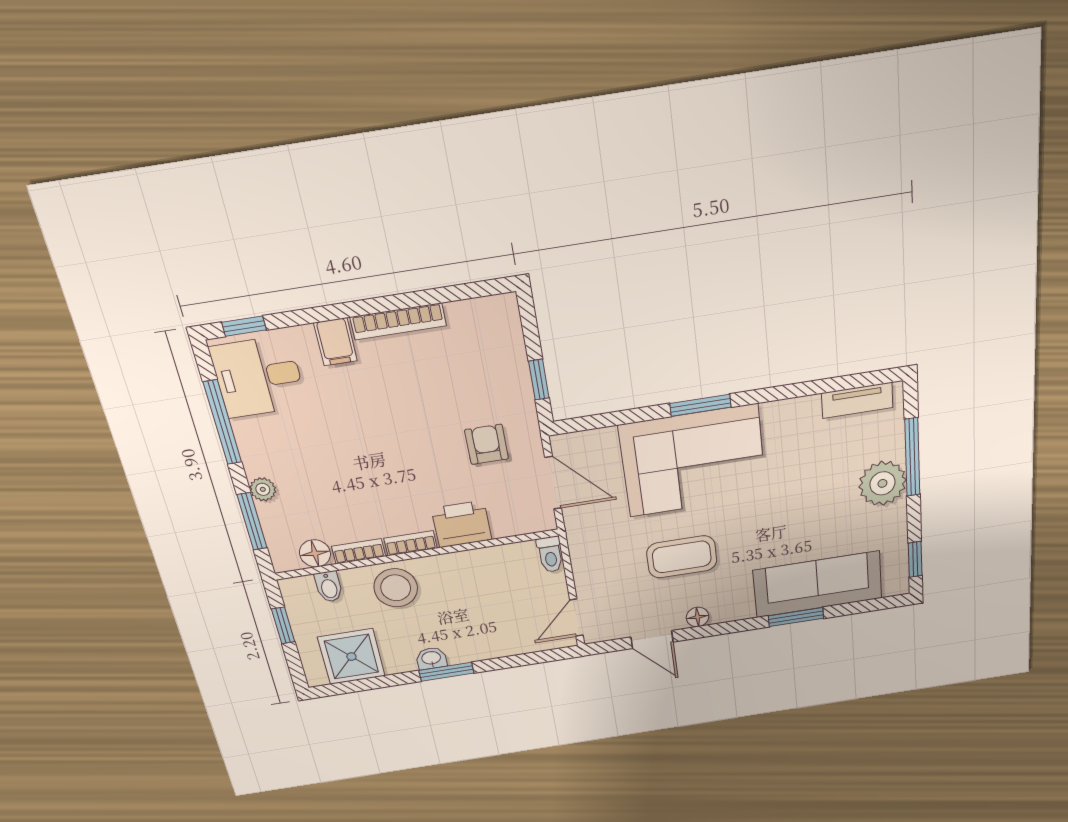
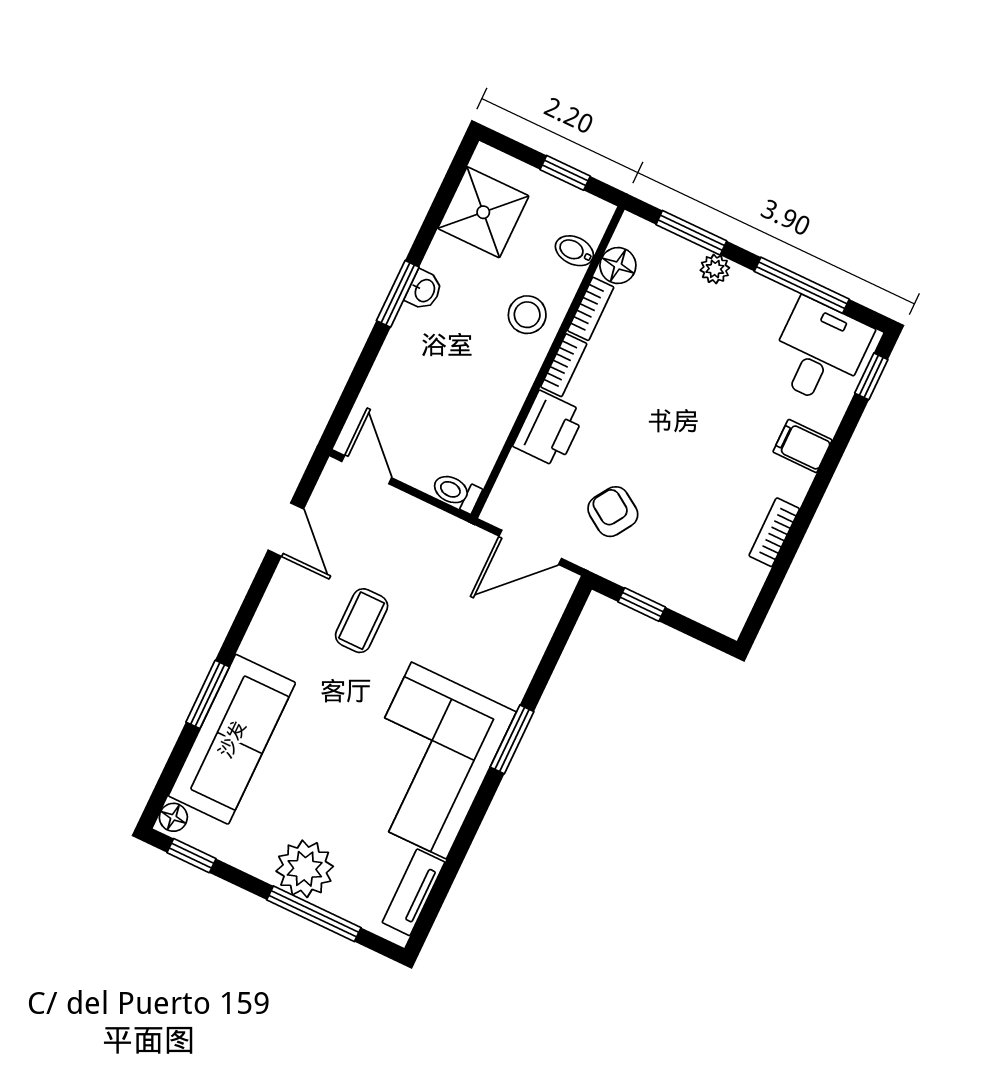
bookcase: (398, 321) -> (774, 532), width x0.64
armchair: (487, 444) -> (613, 512), turned -147
corner sofa: (693, 461) -> (429, 761), moved
coffee table: (682, 557) -> (362, 621), width x0.73, depth x0.77
stool: (396, 588) -> (527, 315), width x0.73, depth x0.73
floor lamp: (698, 617) -> (173, 817), moved
door: (652, 640) -> (286, 530), swing flipped

